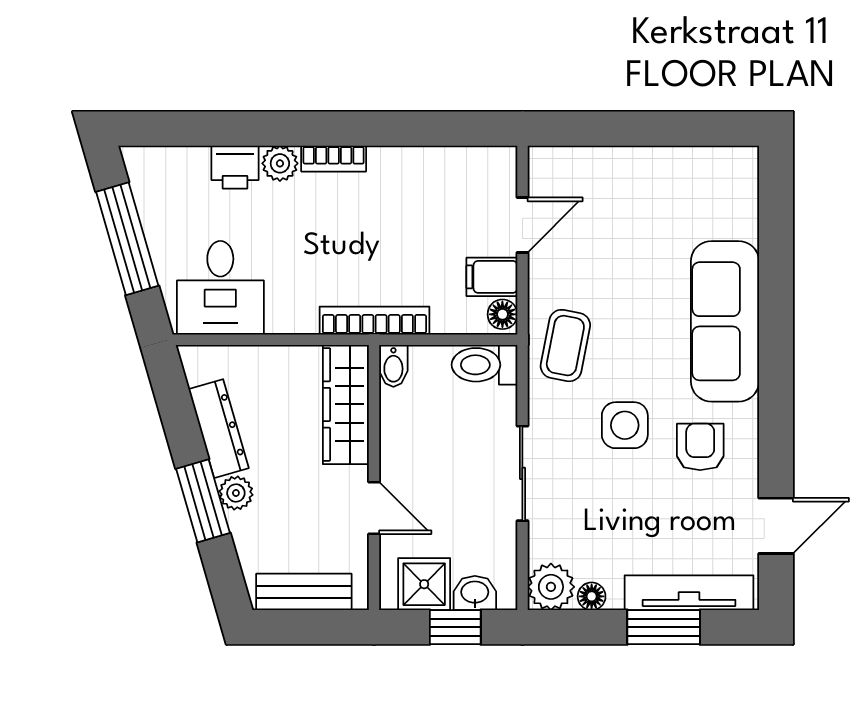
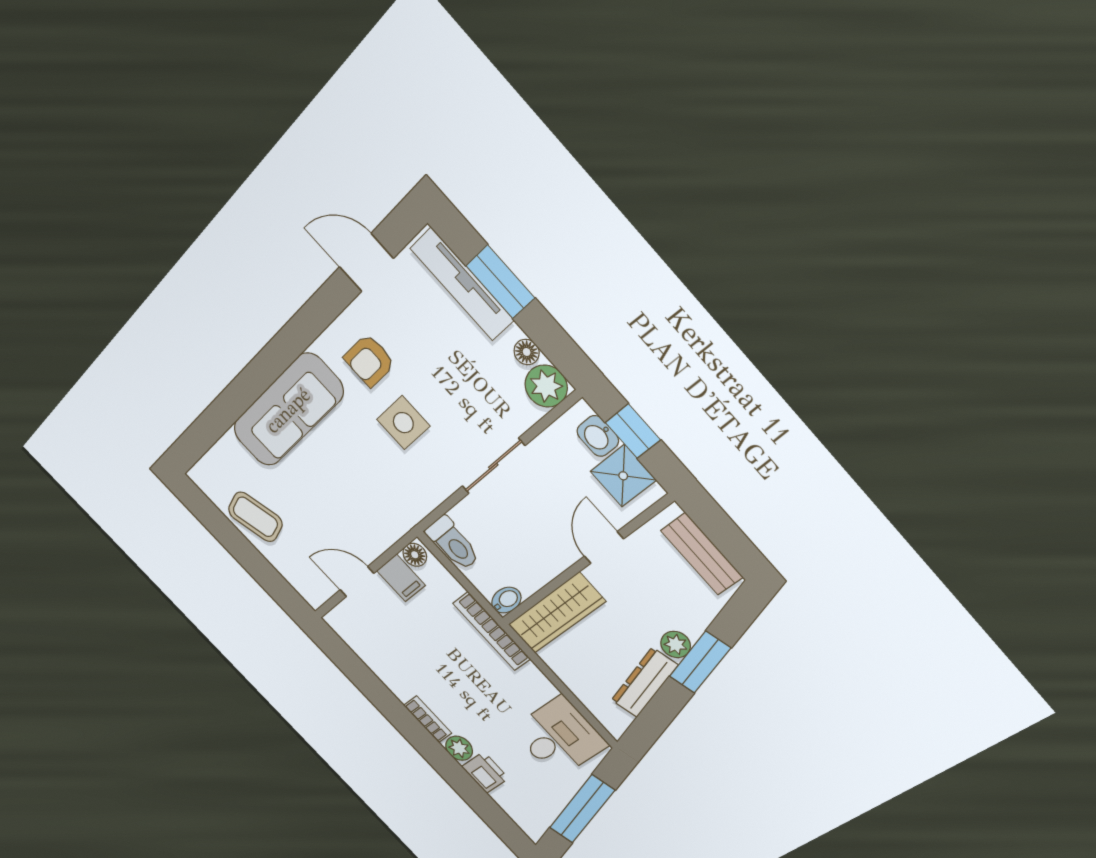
coffee table: (565, 346) -> (255, 517), moved, turned 64

